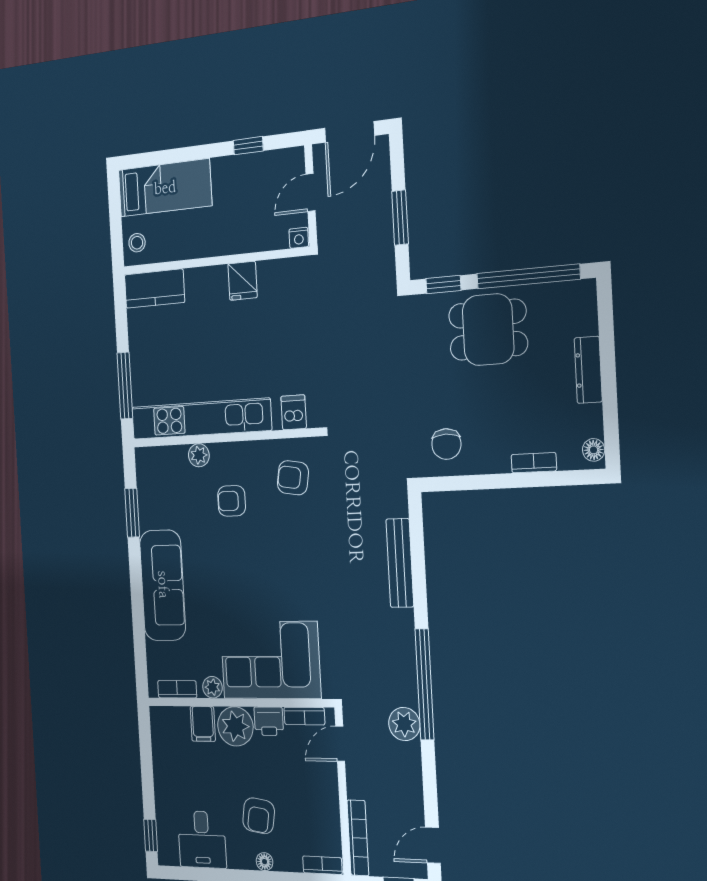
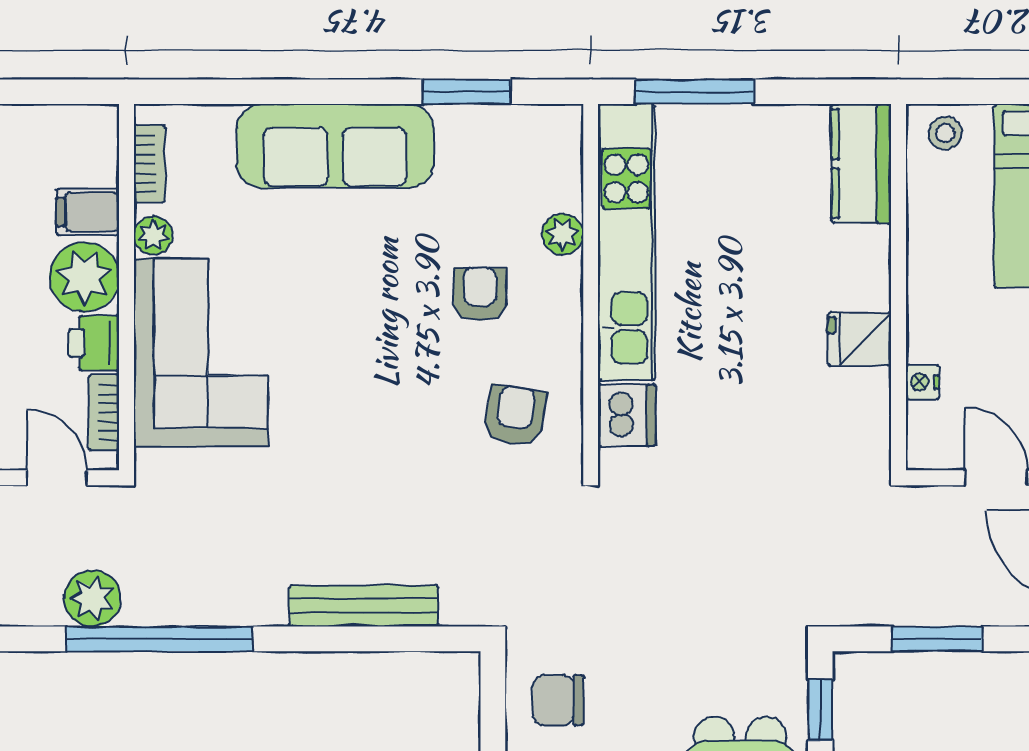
nightstand: (299, 238) -> (922, 382), moved
dishwasher: (294, 412) -> (627, 415), width x1.38

